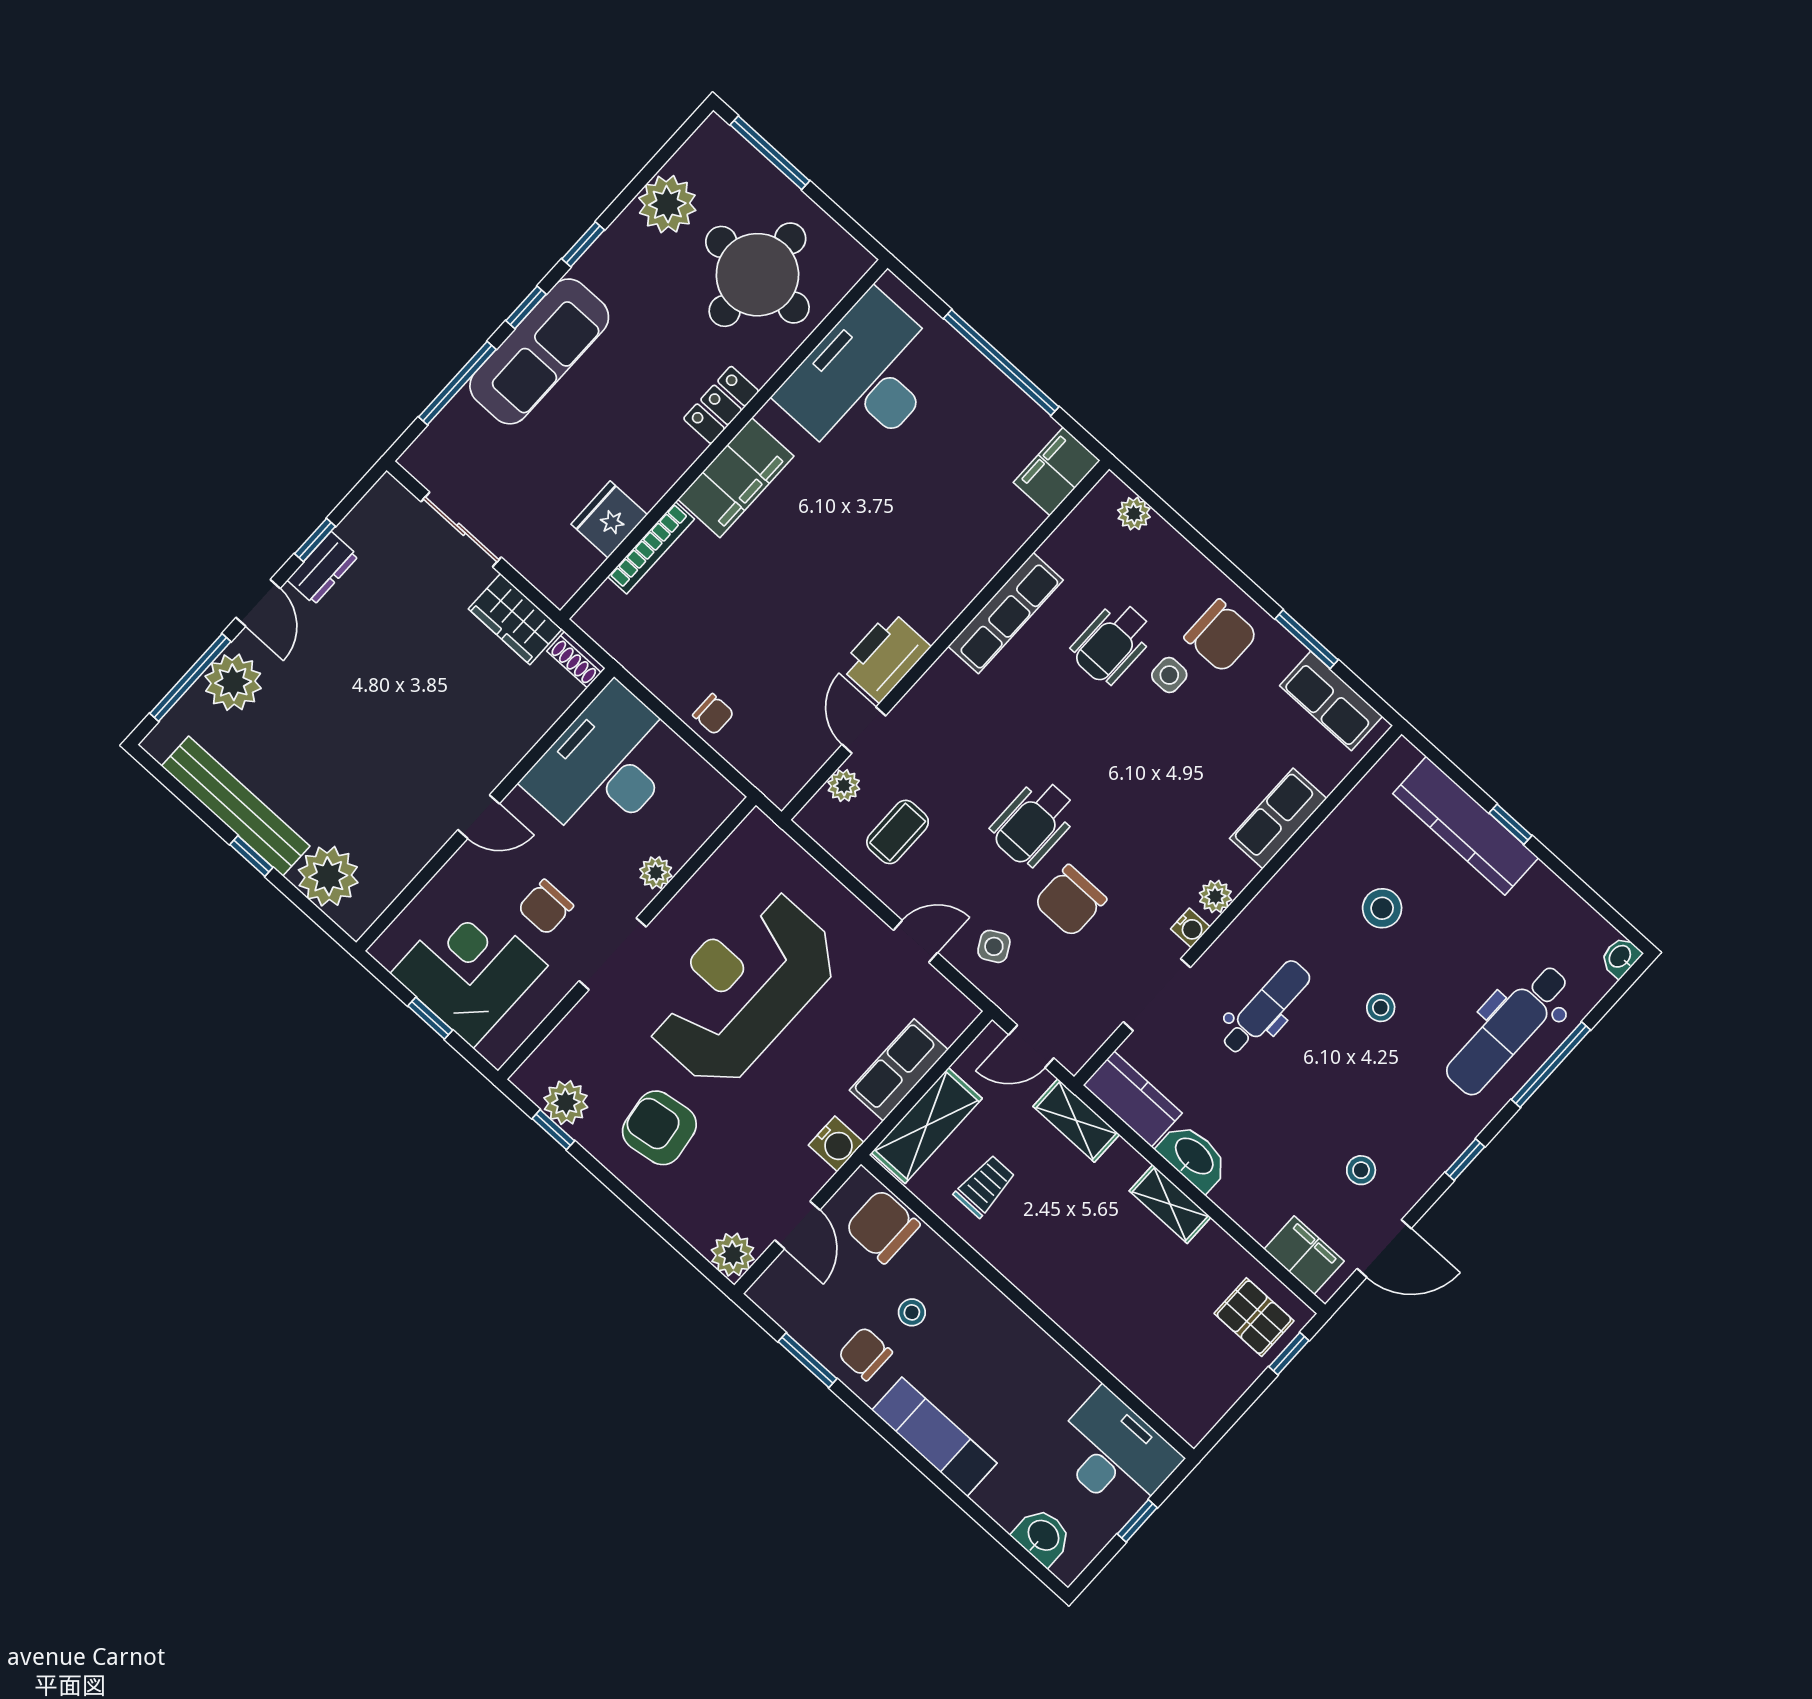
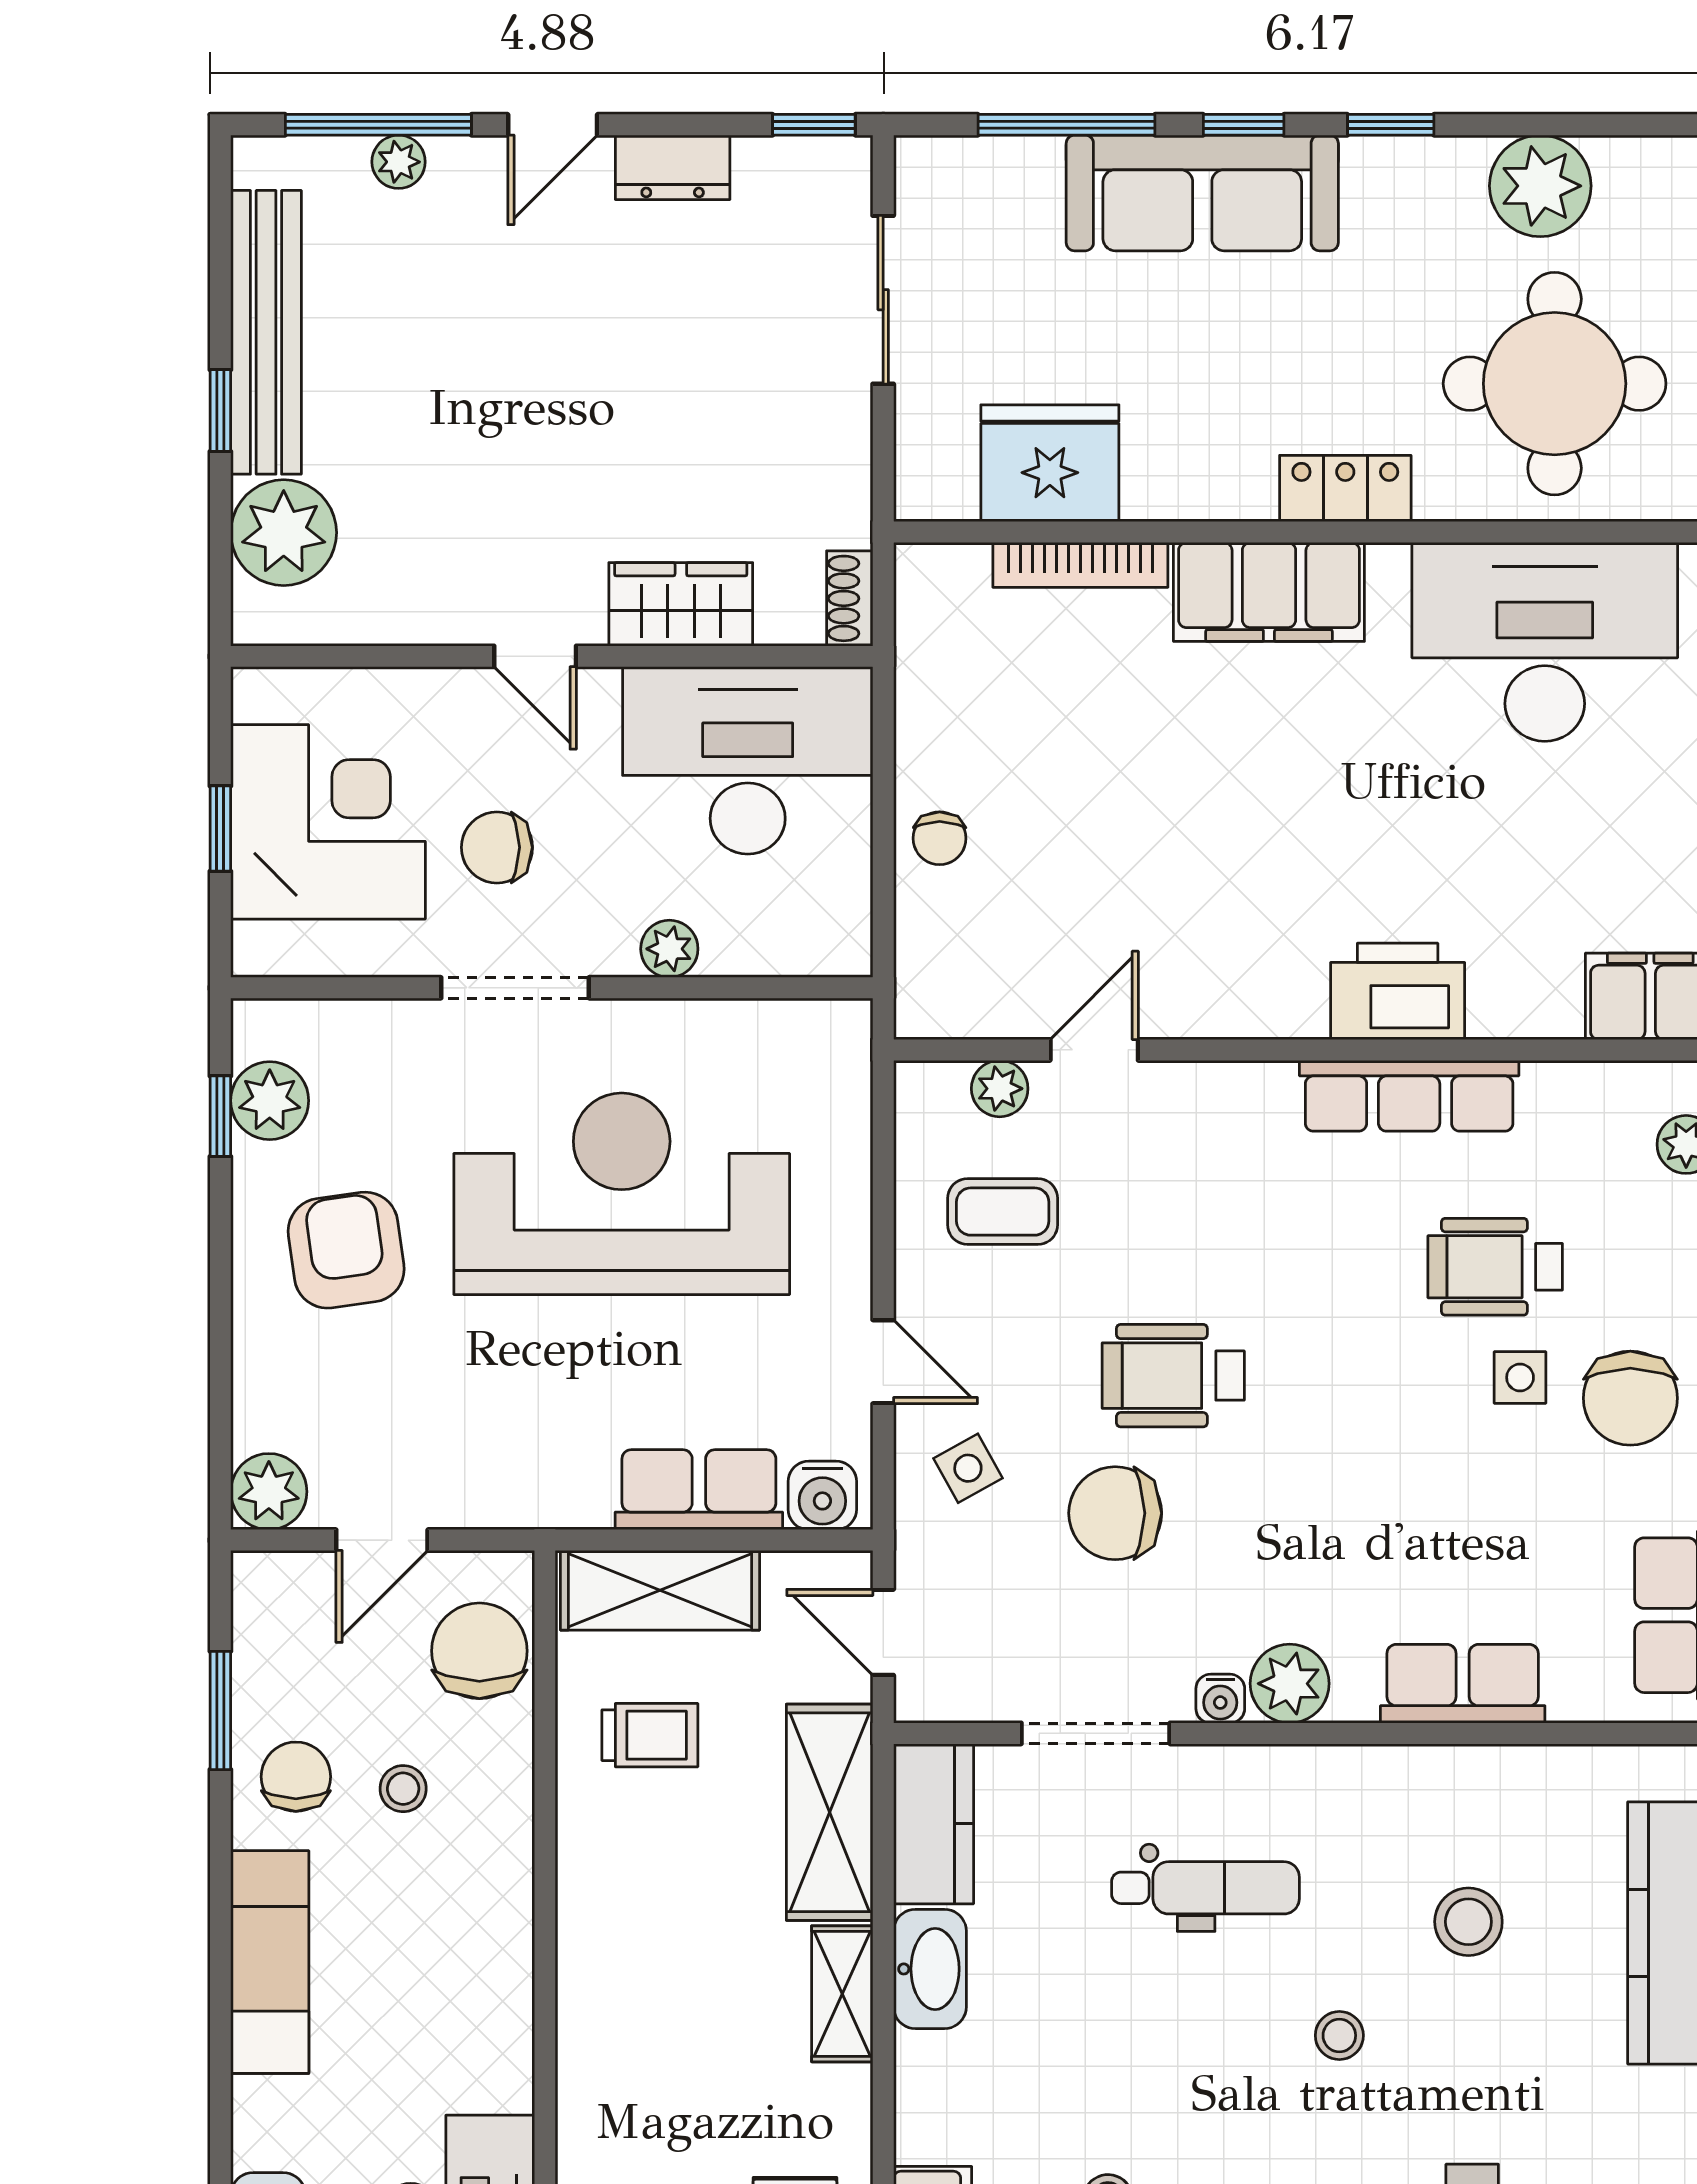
fridge: (609, 519) -> (1050, 463), width x1.36, depth x1.34
window: (315, 540) -> (814, 125), moved
wardrobe: (515, 619) -> (681, 604), moved, turned 90
printer: (885, 657) -> (1398, 991), moved
plant: (233, 682) -> (399, 162), width x0.53, depth x0.53
plant: (1215, 896) -> (1290, 1684), width x1.38, depth x1.38
shelving: (1076, 1120) -> (830, 1812), width x1.50, depth x1.33
water cooler: (836, 1144) -> (822, 1495), moved

